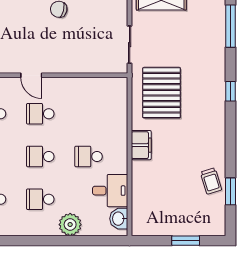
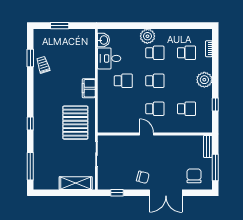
door: (31, 75) -> (146, 134), moved
plant: (70, 225) -> (147, 36), moved

